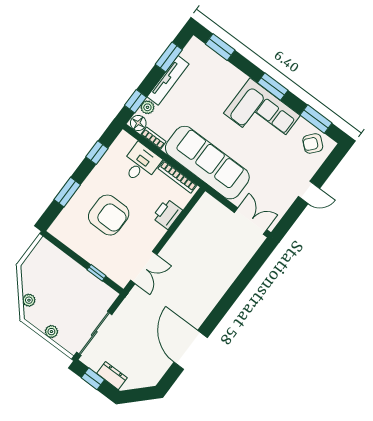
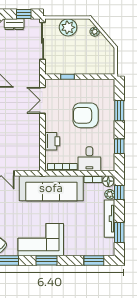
plant: (51, 332) -> (68, 27), width x1.88, depth x1.88

